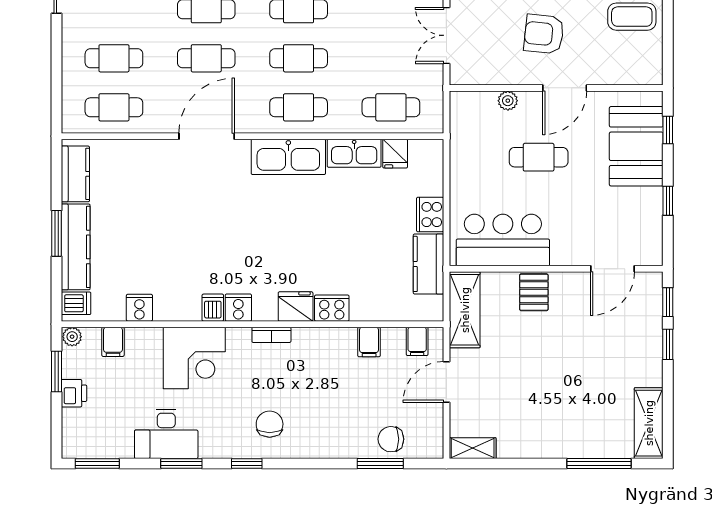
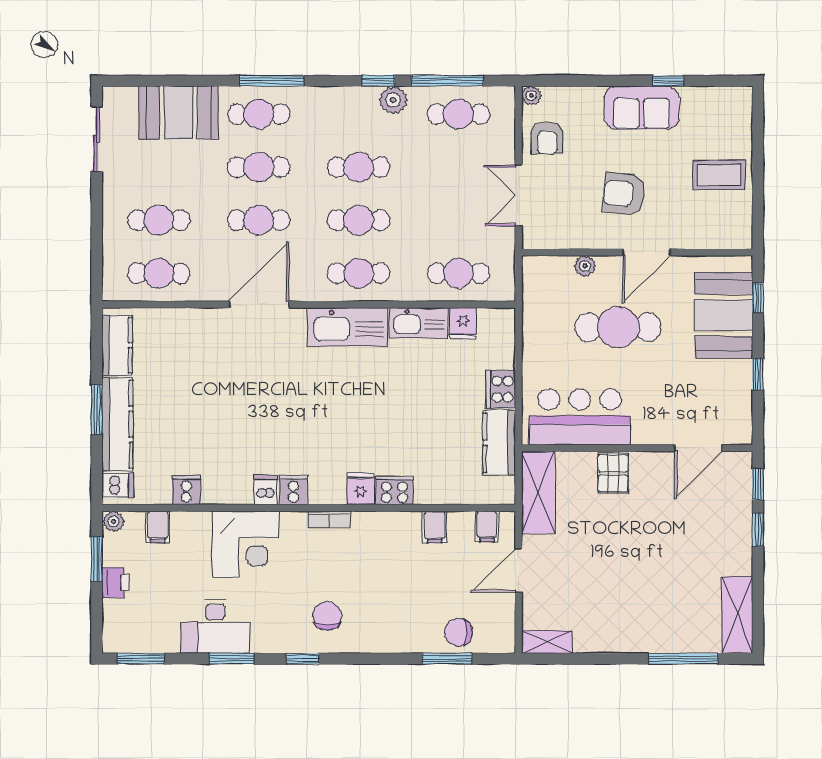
cafe table: (539, 157) -> (618, 327), width x1.37, depth x1.35
fridge: (296, 306) -> (360, 489), width x0.72

